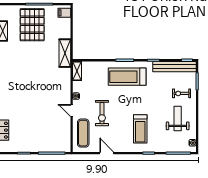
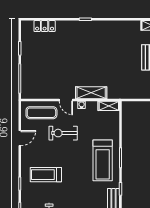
shelving: (65, 53) -> (91, 93), moved
treadmill: (127, 77) -> (103, 160), turned 180
door: (72, 111) -> (66, 100), swing flipped

